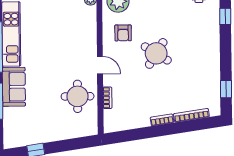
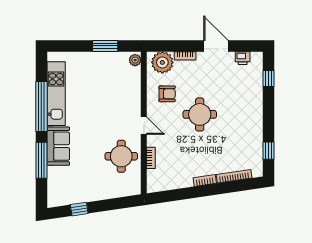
armchair: (123, 33) -> (167, 94), turned -90
round table: (156, 53) -> (200, 114), turned -32

